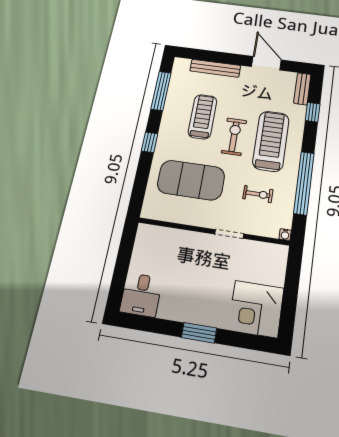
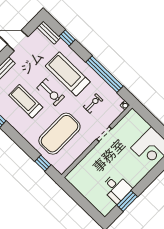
exercise bike: (234, 137) -> (51, 92), turned 180
window: (150, 142) -> (43, 163), moved
desk: (141, 295) -> (116, 188), moved
window: (199, 333) -> (127, 201), moved

